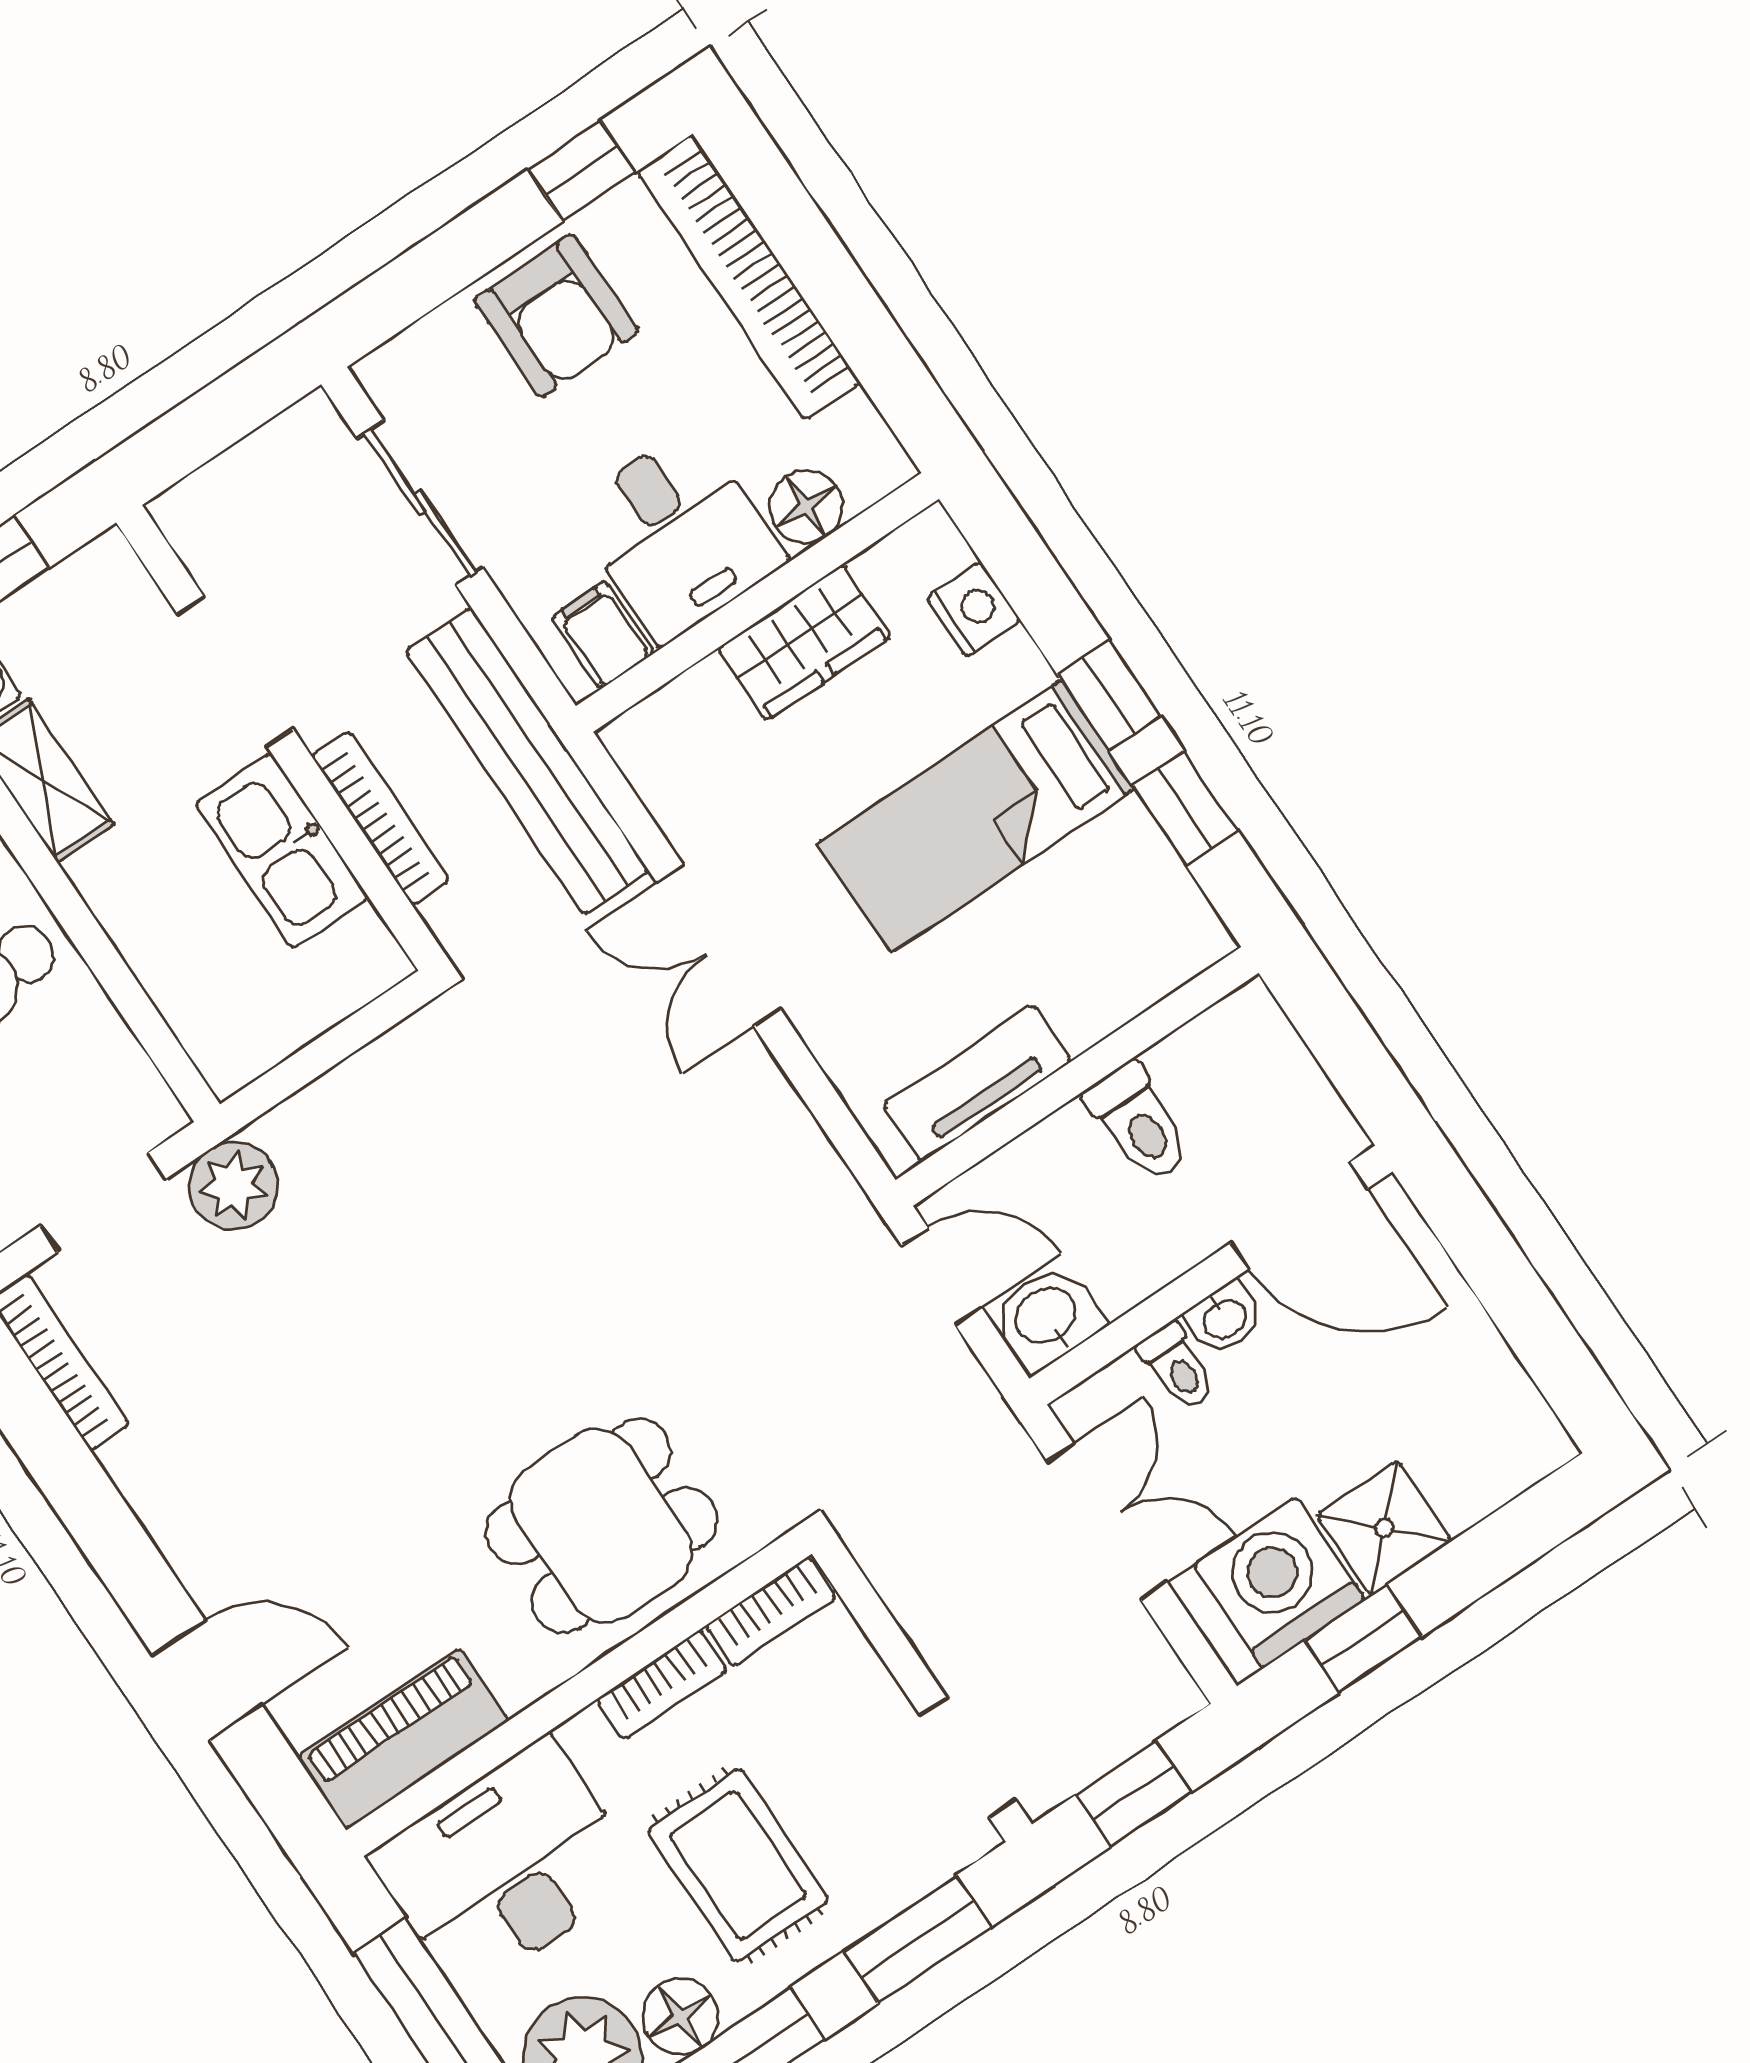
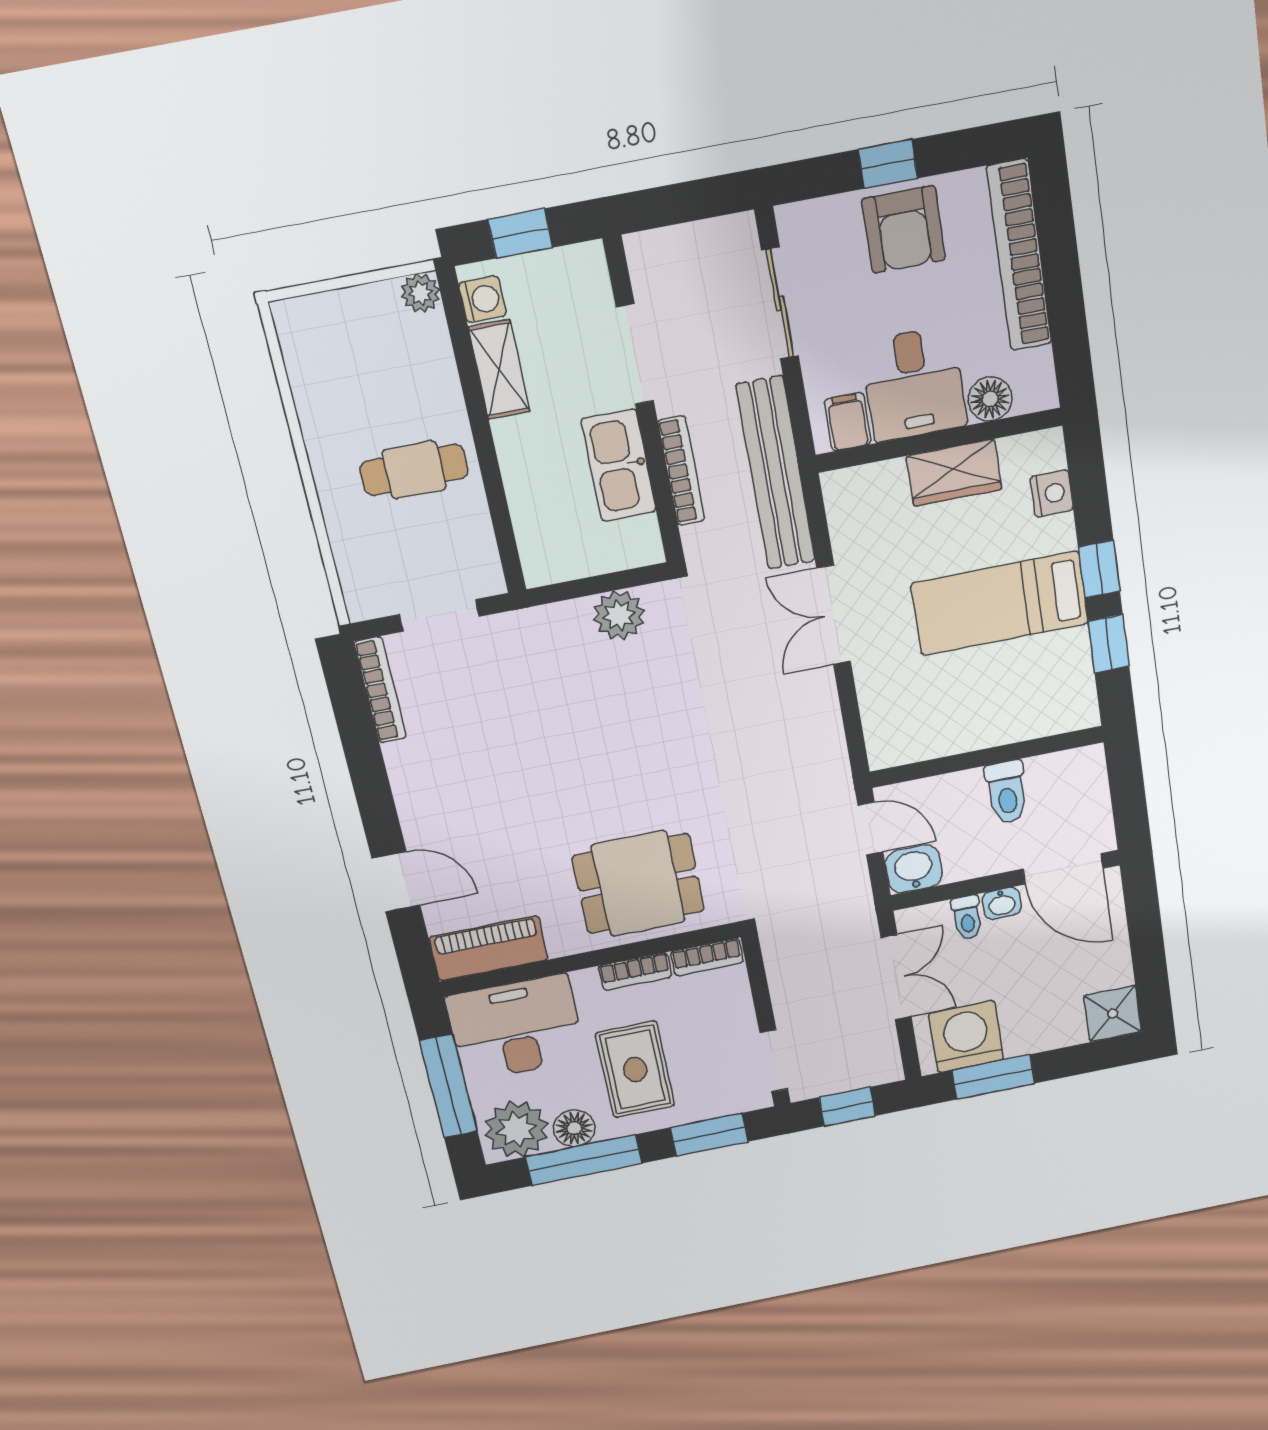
window: (582, 171) -> (888, 164), moved
tv unit: (977, 1083) -> (935, 740), removed
plant: (234, 1186) -> (619, 615), moved
shower: (1384, 1528) -> (1113, 1014), moved
window: (1363, 1638) -> (993, 1077), width x1.50

